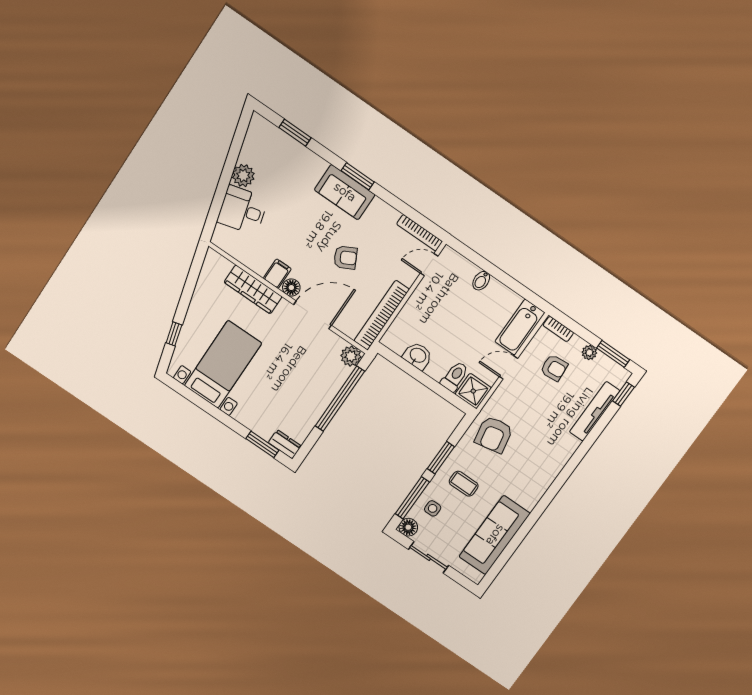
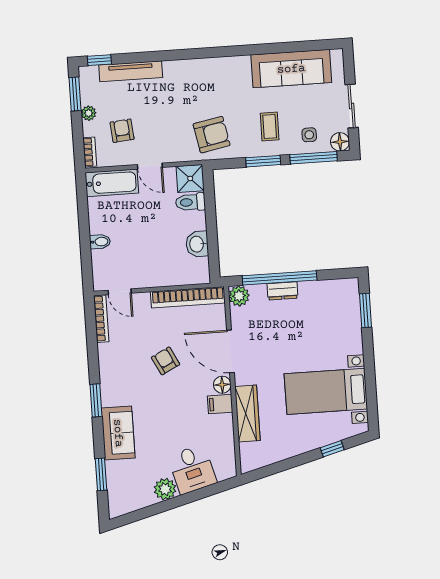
sofa: (345, 192) -> (118, 433), moved
dresser: (285, 444) -> (282, 291), moved, turned -90

